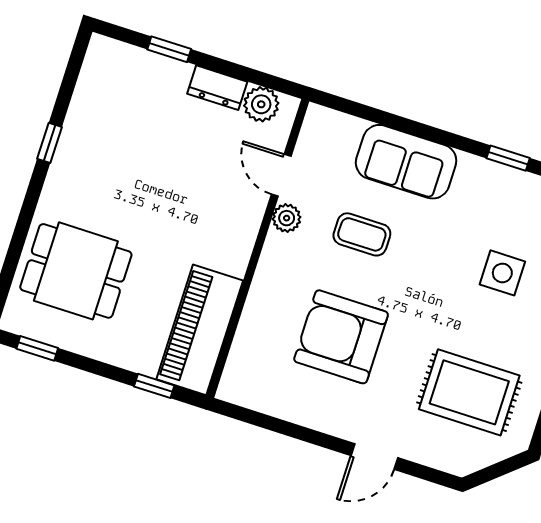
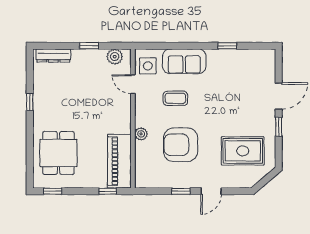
window: (169, 49) -> (89, 46), moved
dresser: (217, 88) -> (53, 56), moved, width x1.44
plant: (287, 218) -> (141, 134), moved
dining table: (76, 271) -> (58, 153), turned 90
side table: (502, 273) -> (148, 66), moved
window: (310, 436) -> (181, 191), added

